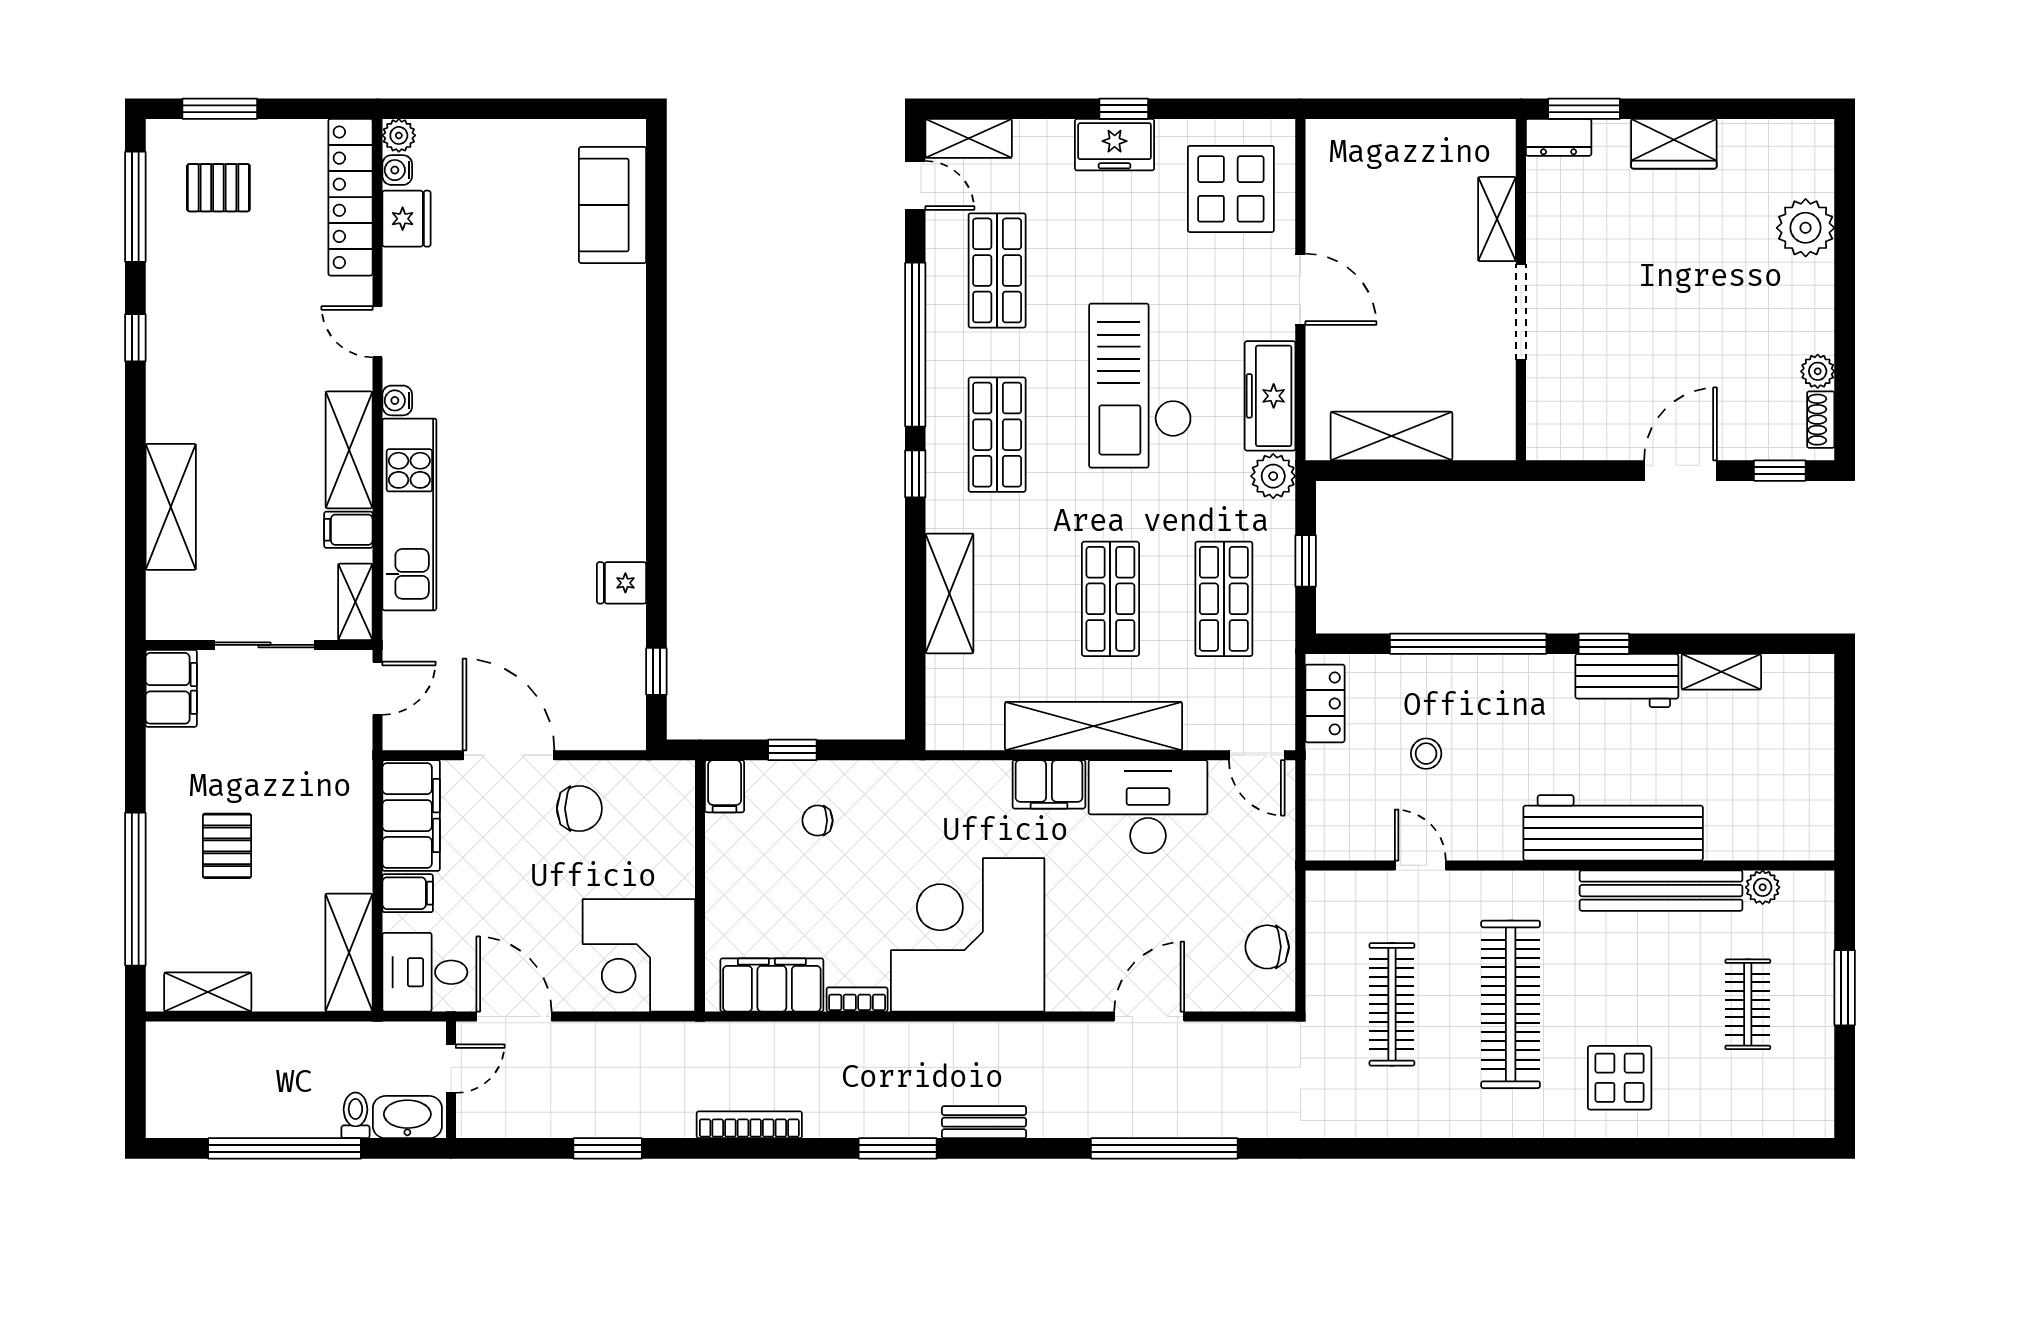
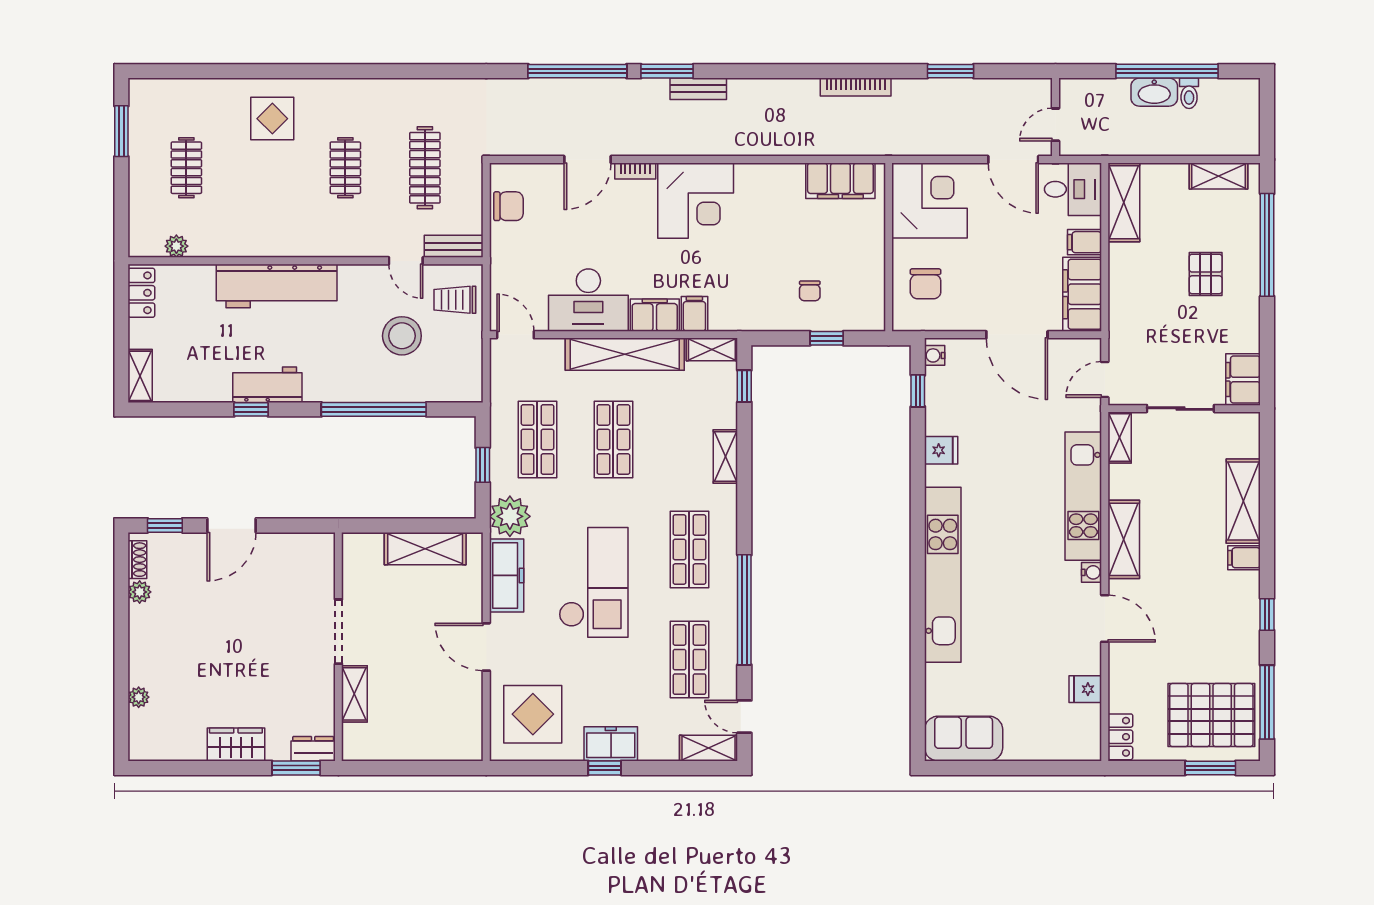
plant: (399, 135) -> (1090, 750), removed
water cooler: (397, 170) -> (935, 355), moved, turned 180
pallet: (218, 188) -> (1211, 715), width x2.05, depth x2.00
locker: (350, 197) -> (1120, 737), width x0.46, depth x0.83
sofa: (613, 205) -> (964, 739), moved, turned -90
fridge: (406, 219) -> (1085, 689), width x0.72
plant: (1806, 228) -> (139, 697), width x0.53, depth x0.53
door: (377, 332) -> (1105, 618), width x1.38
kitchen unit: (619, 397) -> (943, 575), added
window: (915, 474) -> (744, 386), moved
plant: (1273, 476) -> (510, 516), width x1.36, depth x1.36
filing cabinet: (348, 530) -> (1244, 558), moved, turned 180
shelving: (949, 593) -> (725, 456), width x0.67, depth x0.75
window: (1604, 644) -> (251, 409), moved
shelving: (1721, 672) -> (140, 376), moved, turned 90
locker: (1325, 703) -> (141, 293), moved, turned 180
shelving: (964, 733) -> (712, 349), added
stool: (1426, 754) -> (402, 336), width x1.89, depth x1.89
filing cabinet: (725, 786) -> (694, 314), moved
trolley: (1347, 807) -> (455, 300), added
chair: (579, 809) -> (926, 284), moved, turned -90
chair: (818, 821) -> (810, 291), turned 90
bench: (1661, 891) -> (454, 246), moved, width x0.54, depth x0.82
corner desk: (968, 935) -> (696, 201), width x0.74, depth x0.74
window: (1845, 988) -> (121, 131), moved
bookcase: (857, 999) -> (635, 171), moved
clothes rail: (1511, 1004) -> (345, 168), width x0.54, depth x0.76
toilet: (355, 1115) -> (1189, 93), moved
washbasin: (407, 1117) -> (1154, 92), moved
window: (898, 1148) -> (667, 71), moved

